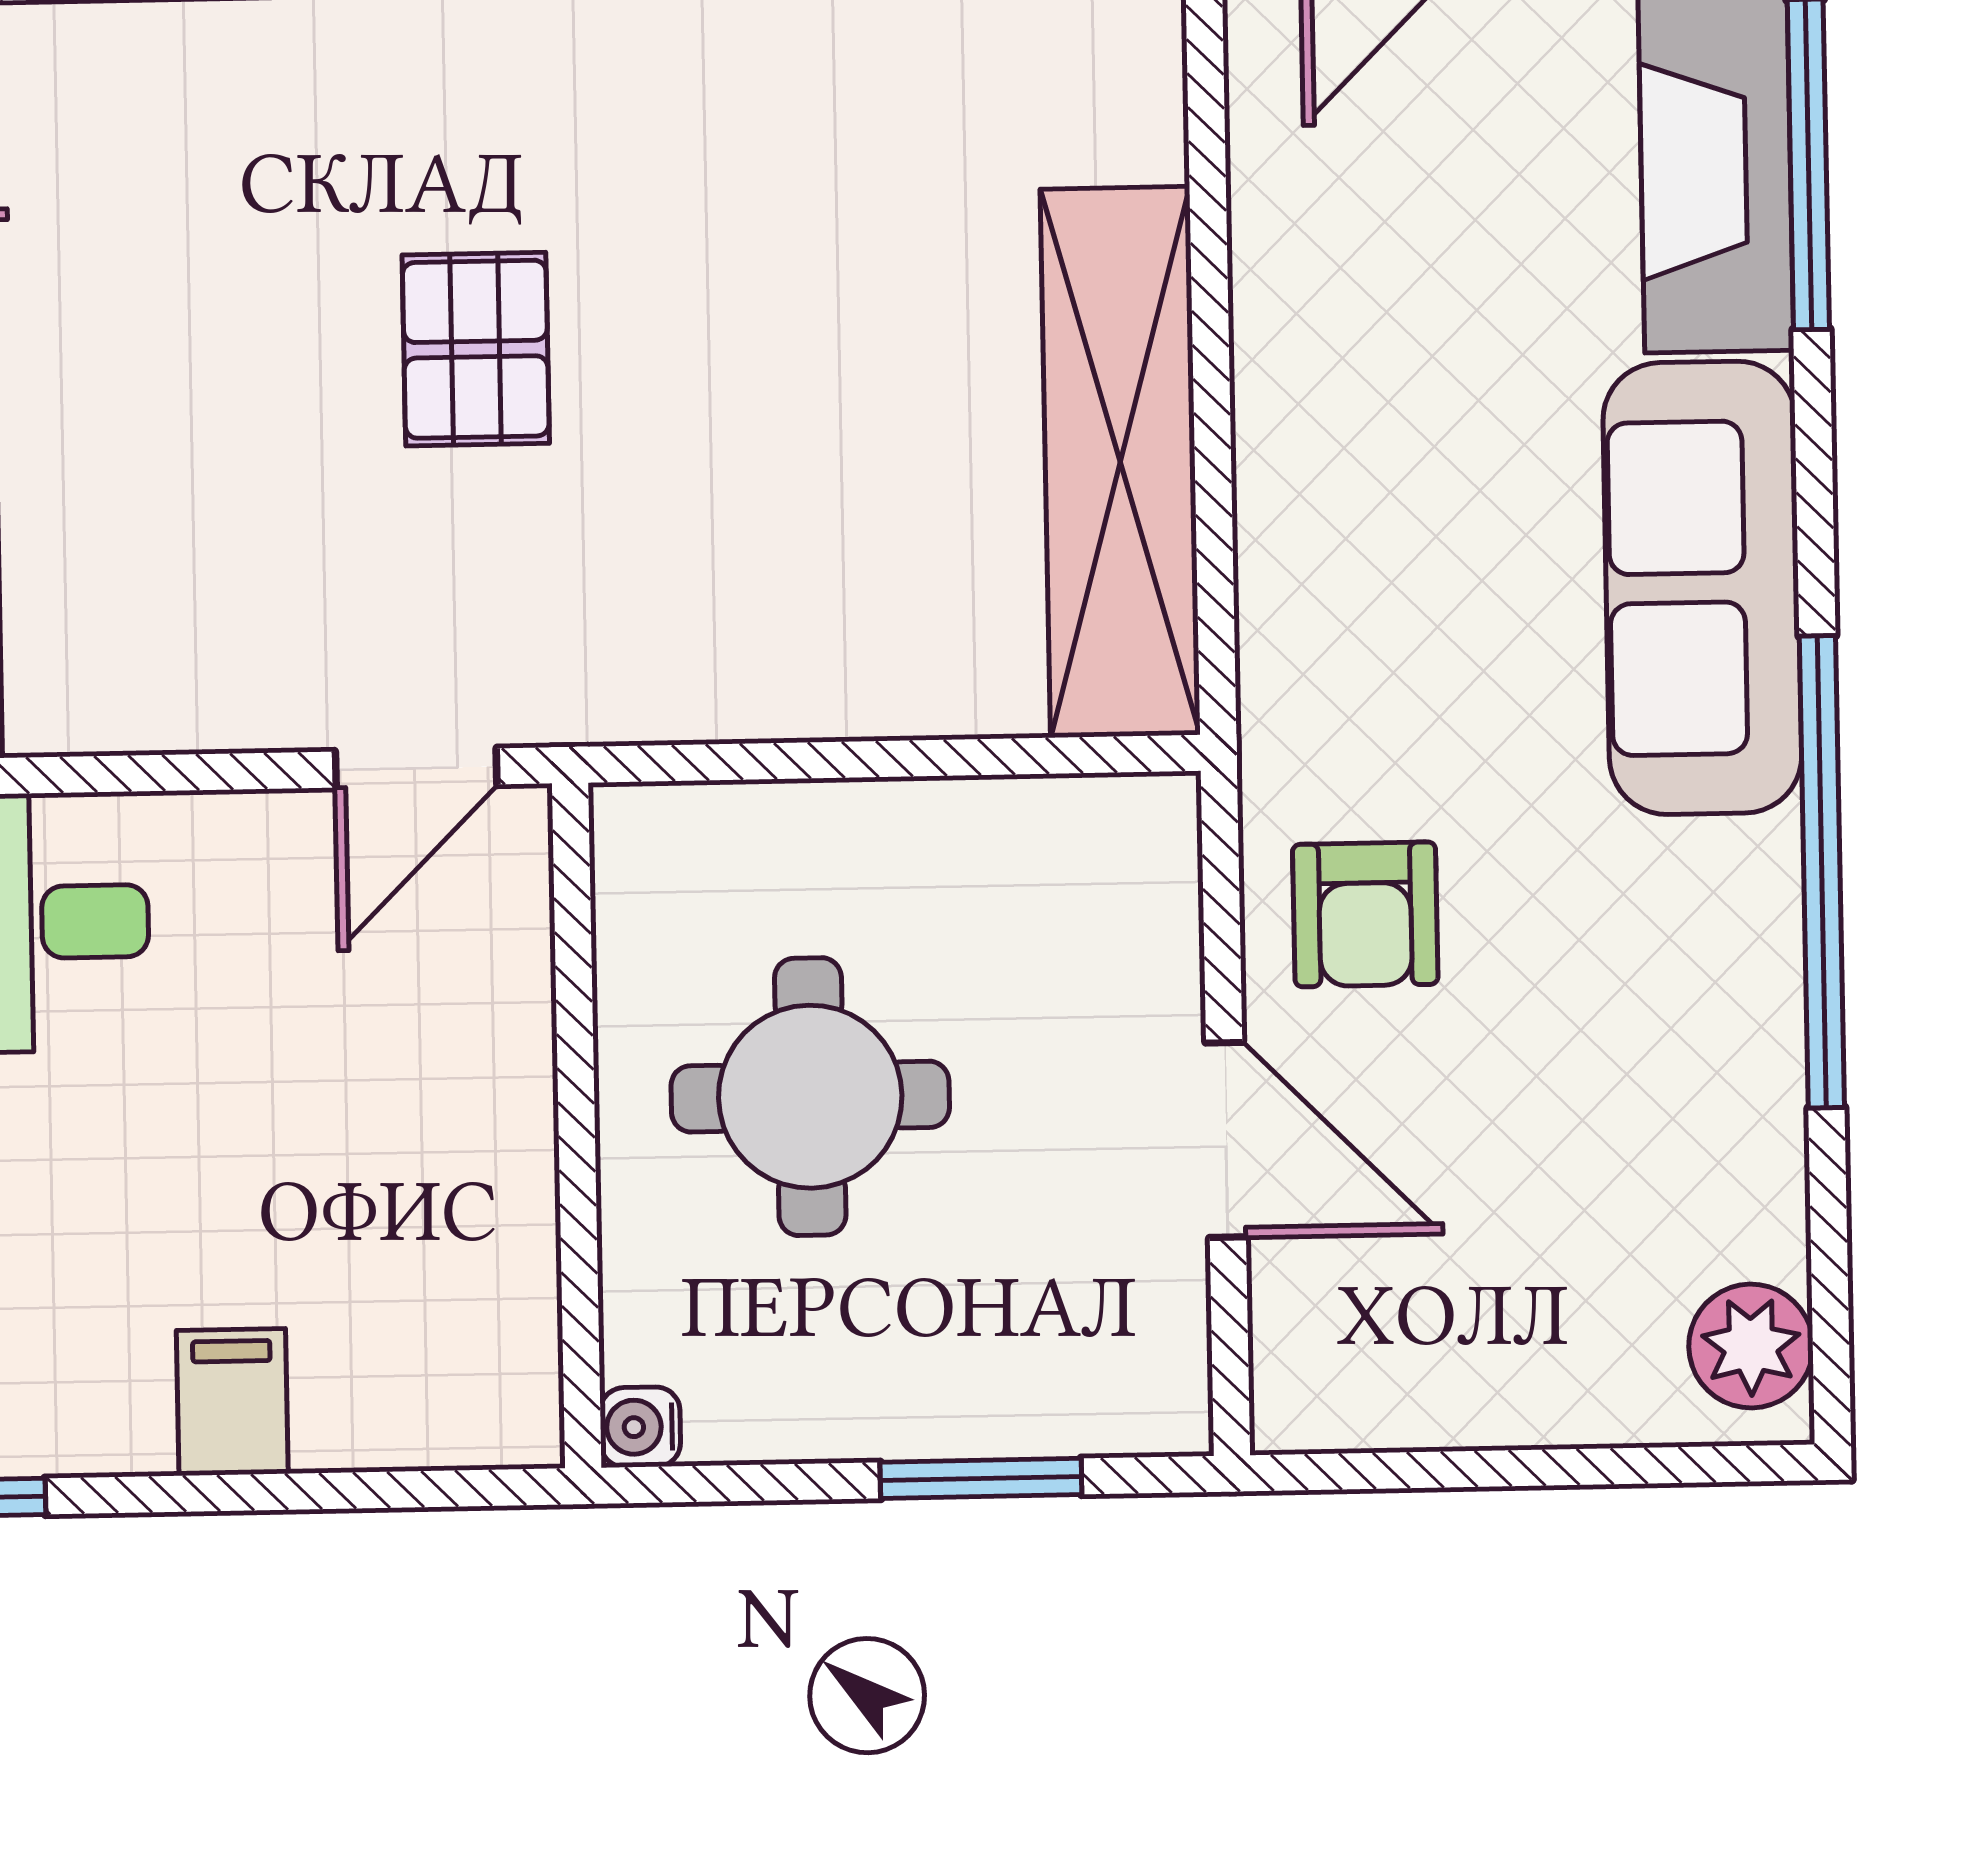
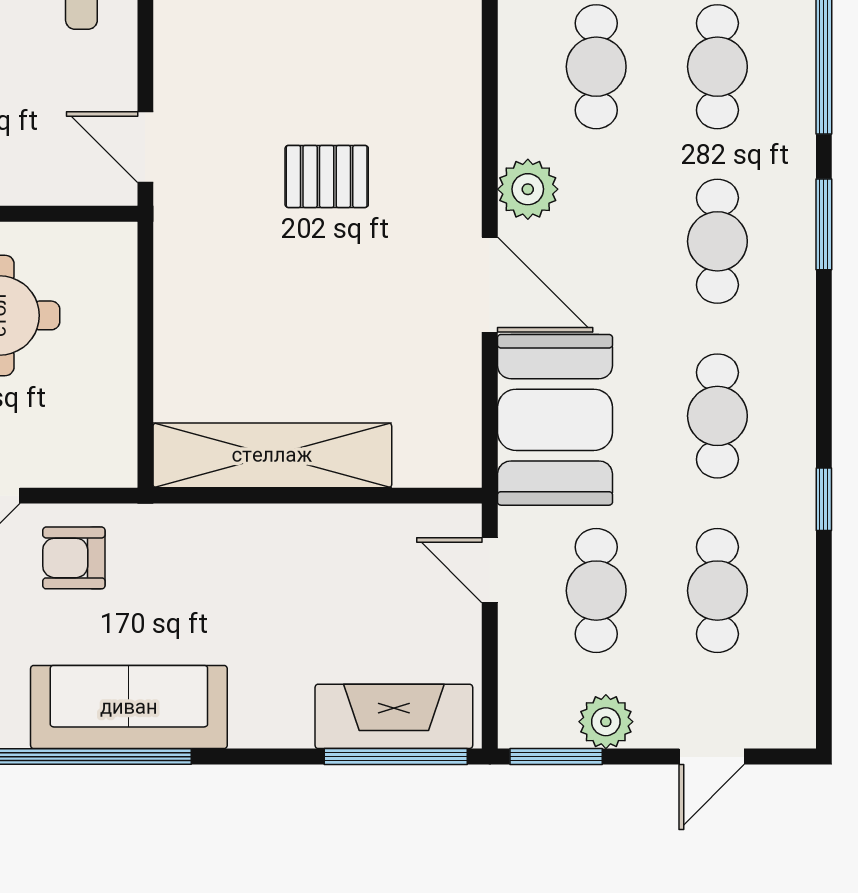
sofa: (1702, 588) -> (129, 707), moved

